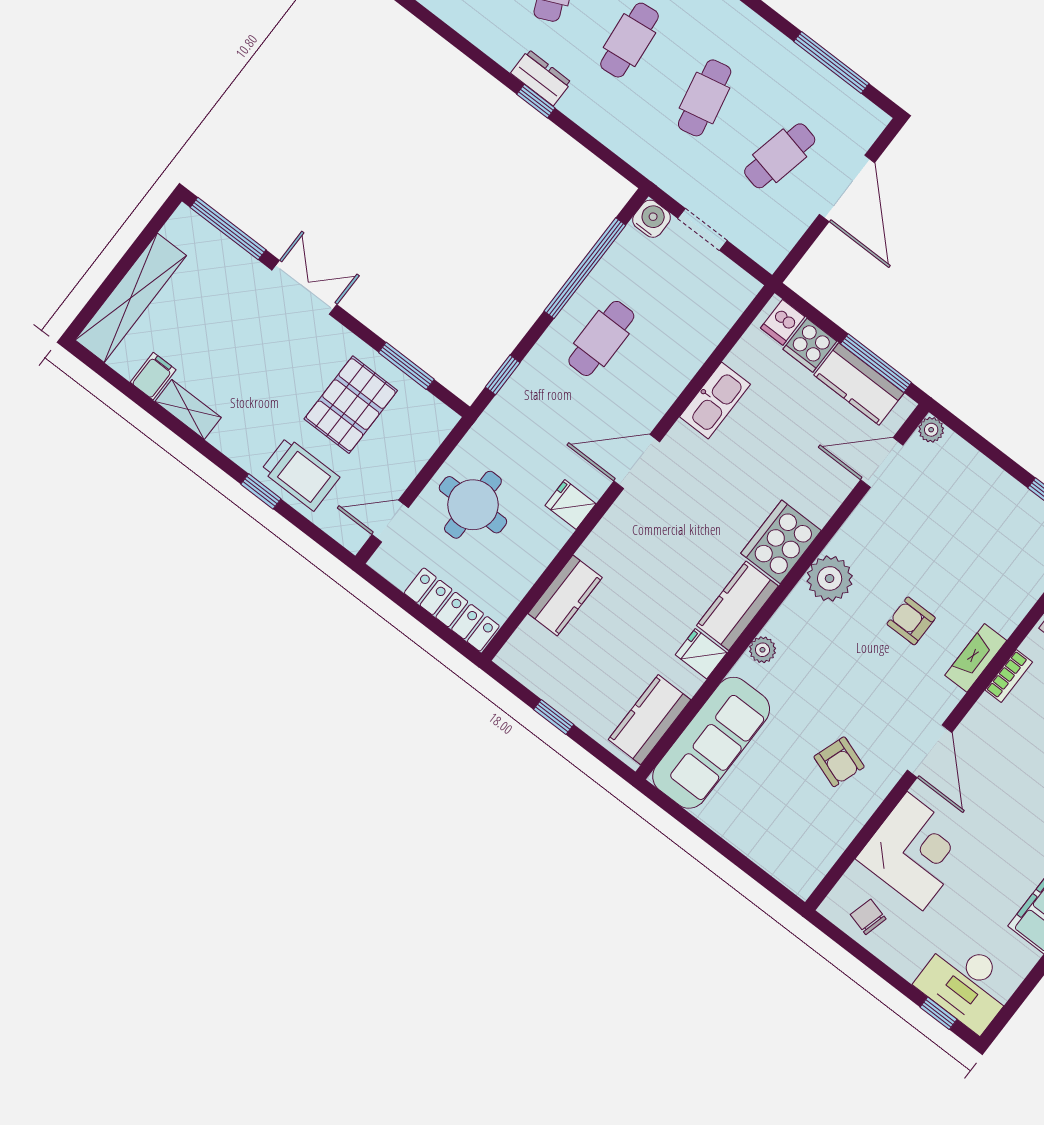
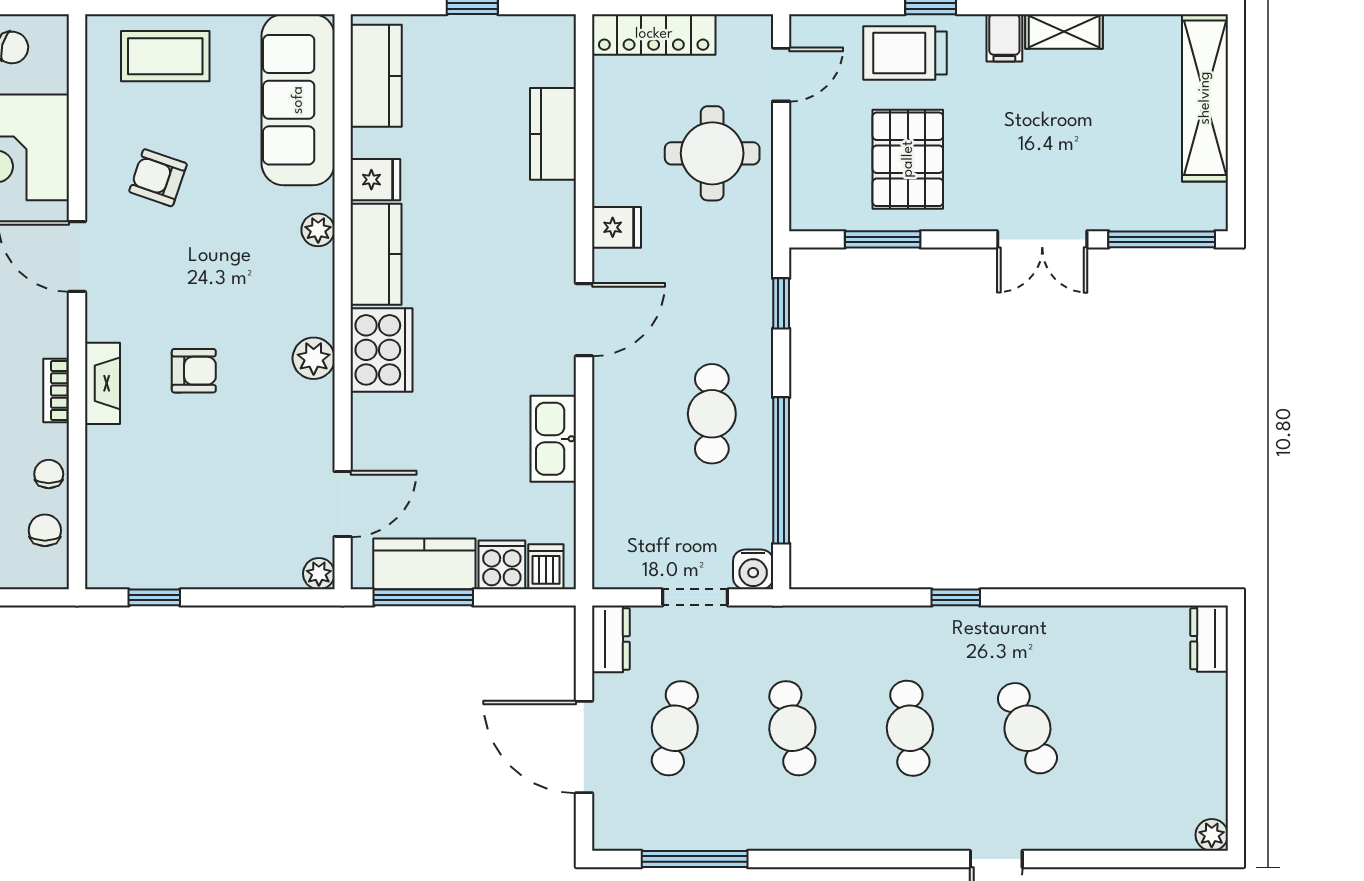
dresser: (541, 78) -> (611, 639), moved, turned -90
filing cabinet: (153, 376) -> (1004, 38), moved
plant: (830, 578) -> (314, 358), width x0.73, depth x0.73
coffee table: (775, 836) -> (165, 56), added

